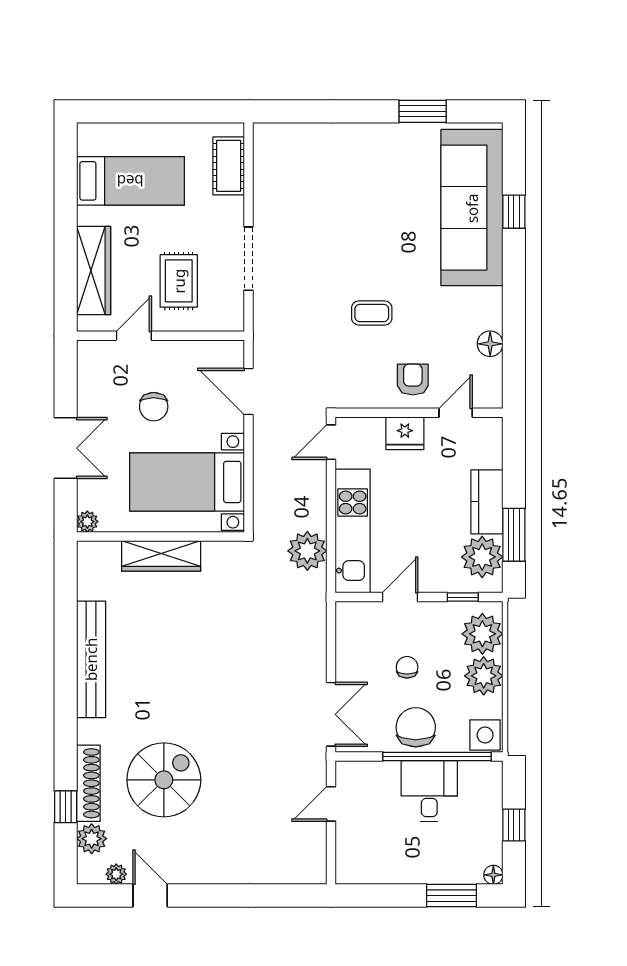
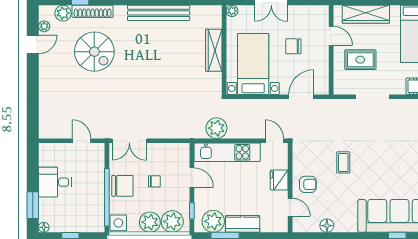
desk: (429, 791) -> (55, 182), moved, turned 180

